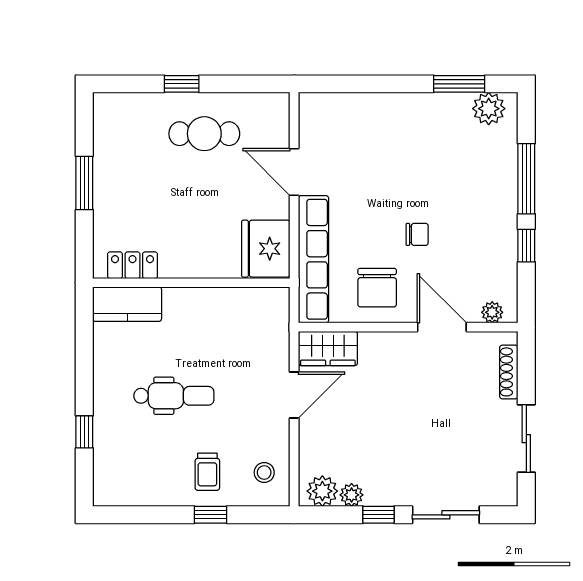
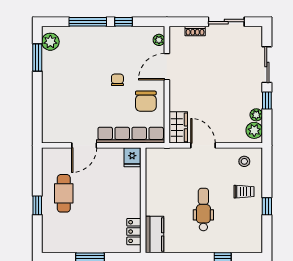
fridge: (266, 249) -> (132, 157), width x0.53, depth x0.75
chair: (377, 288) -> (146, 101), turned 90
shoe rack: (509, 372) -> (195, 31), width x0.70
window: (210, 515) -> (267, 206), moved

